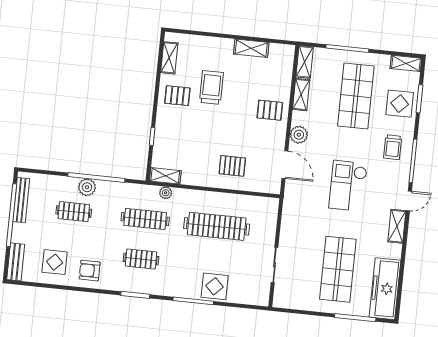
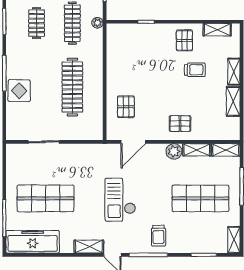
trolley: (211, 87) -> (195, 70), width x0.73, depth x0.72
display table: (400, 104) -> (198, 238), removed
pallet: (270, 110) -> (180, 124), turned 90
plant: (299, 135) -> (174, 151), moved
trolley: (393, 147) -> (159, 236), turned -90
pallet: (232, 166) -> (126, 107), moved
shelving: (165, 176) -> (234, 72), moved
checkout: (348, 186) -> (120, 200), turned -90
plant: (166, 193) -> (97, 23), moved

